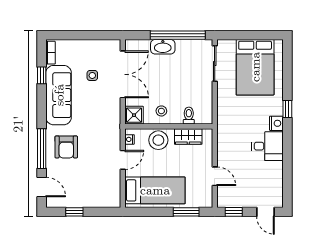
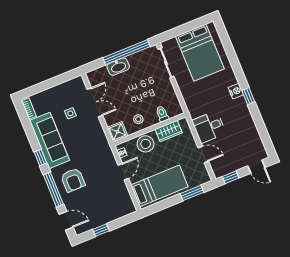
double door: (123, 74) -> (95, 102), width x0.73
window: (42, 75) -> (40, 157), moved
window: (287, 109) -> (248, 96), moved
desk: (267, 146) -> (209, 127), moved, turned 180

